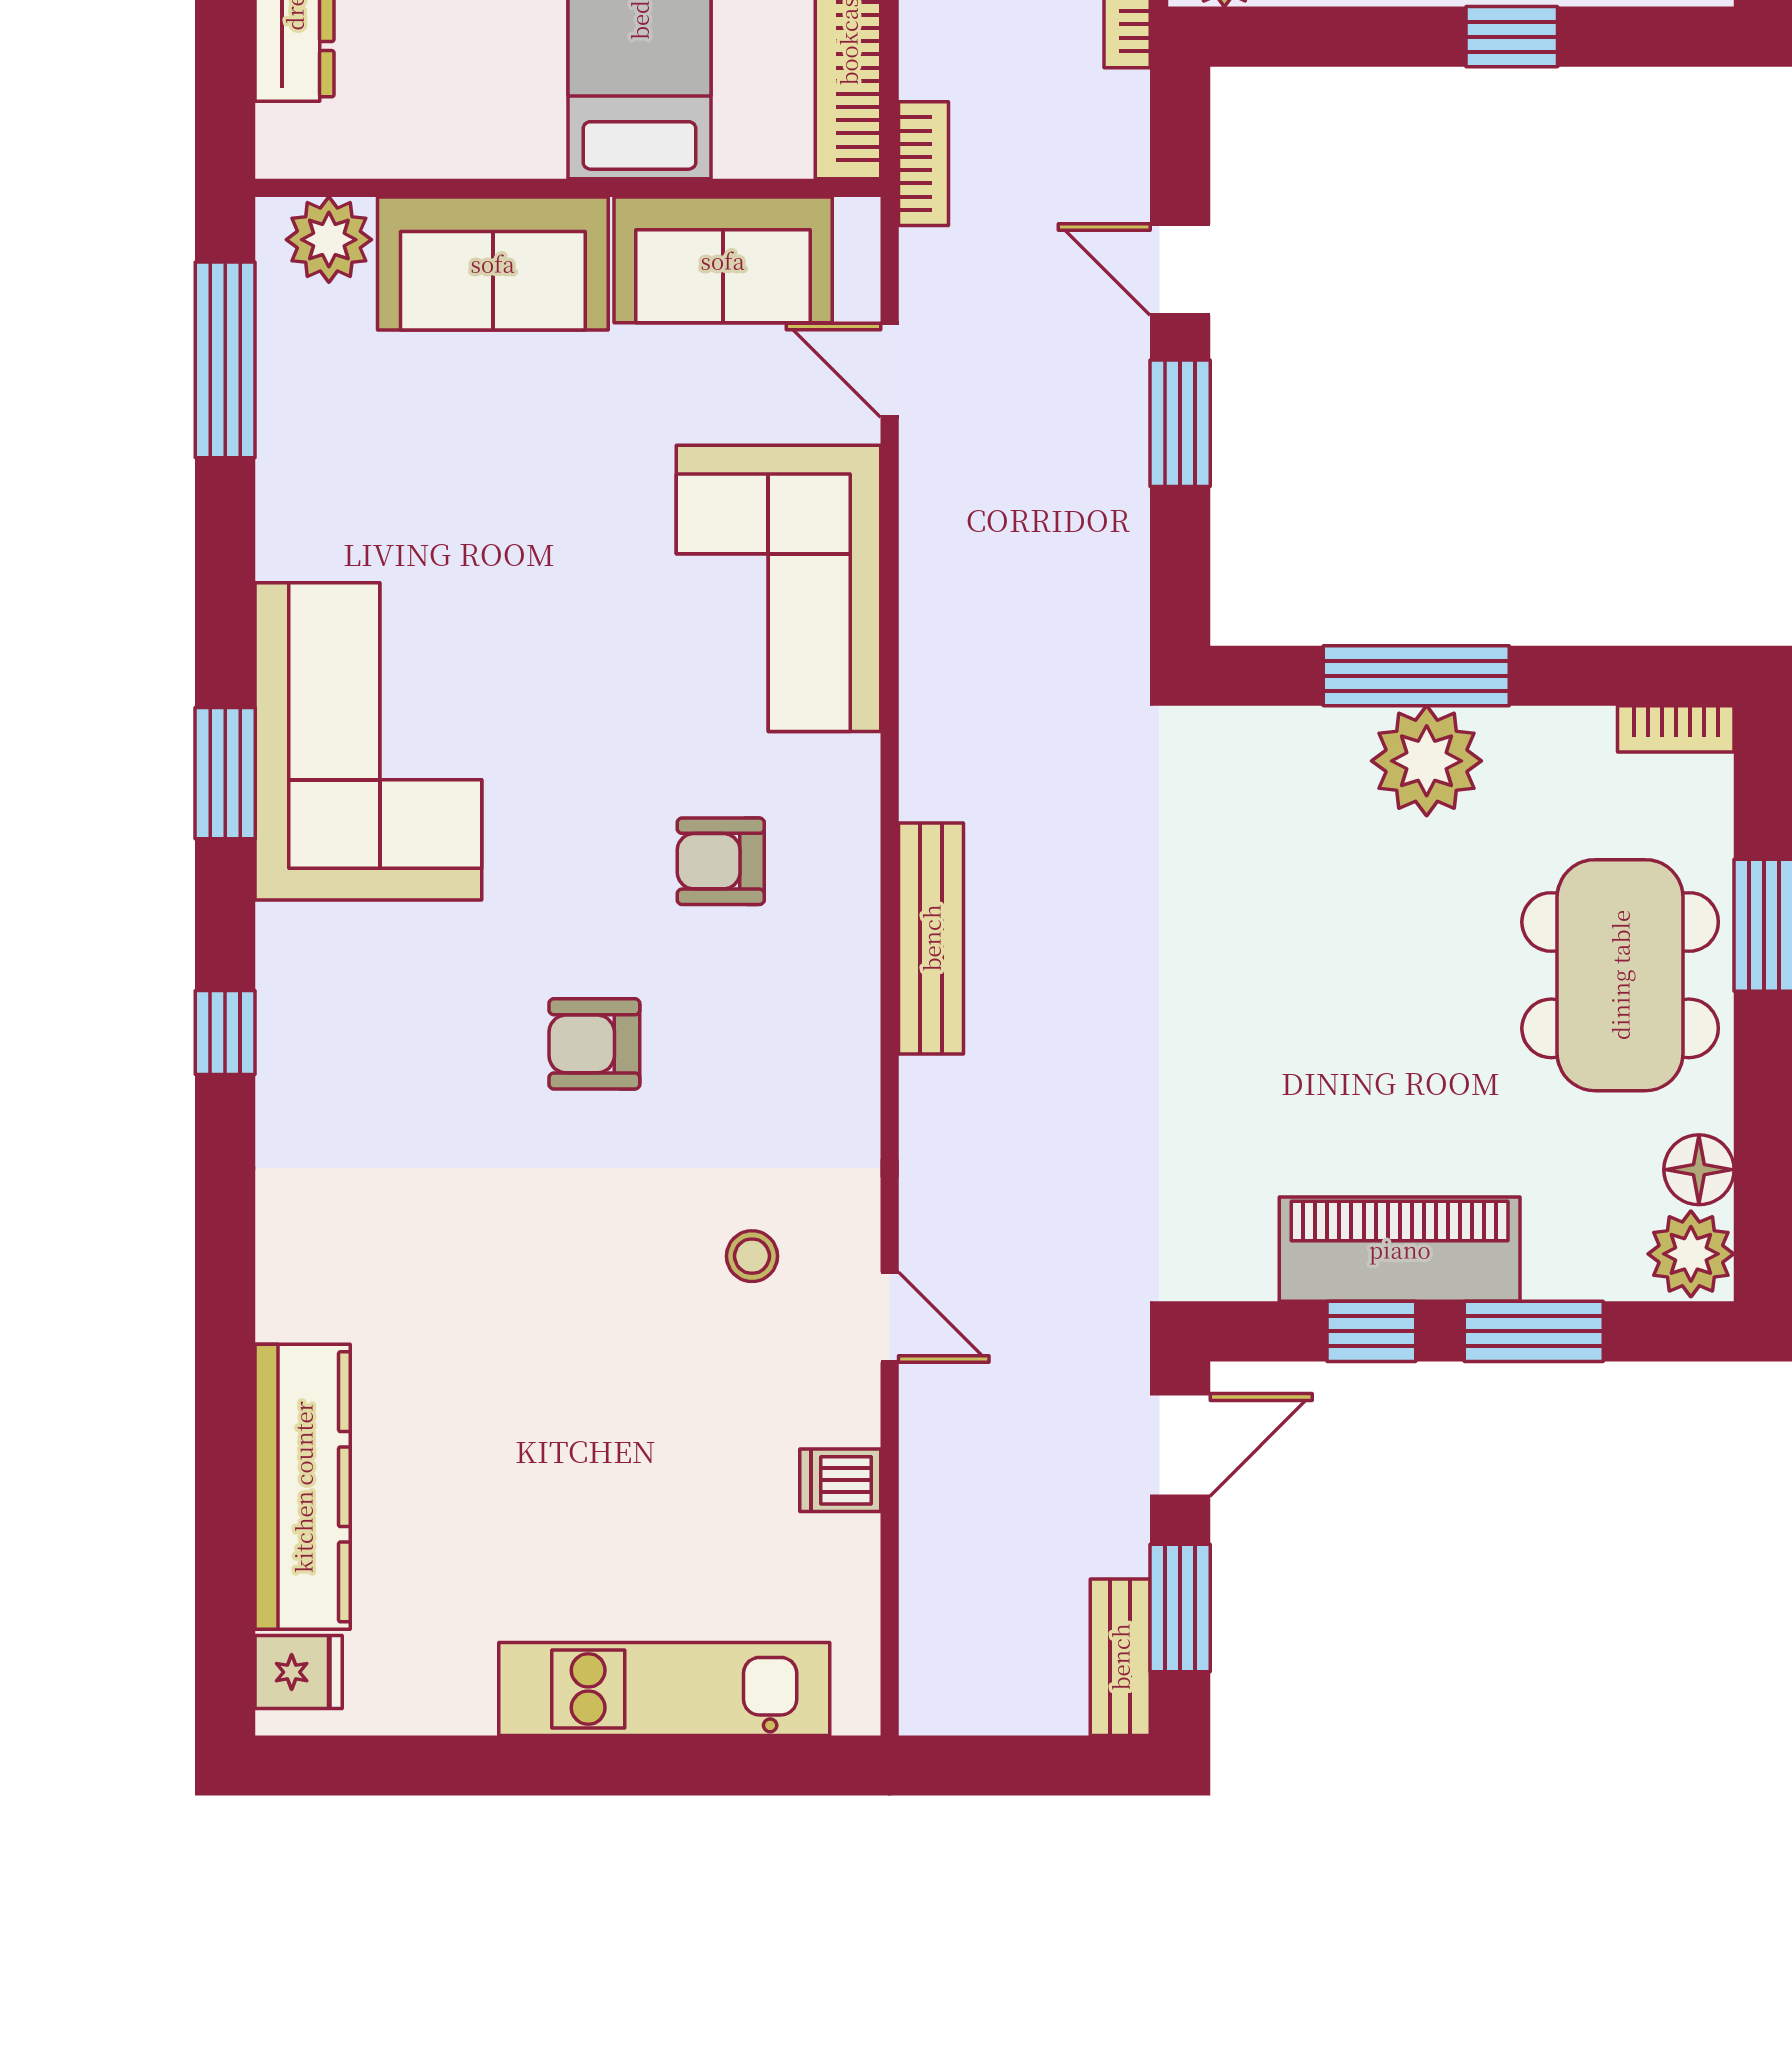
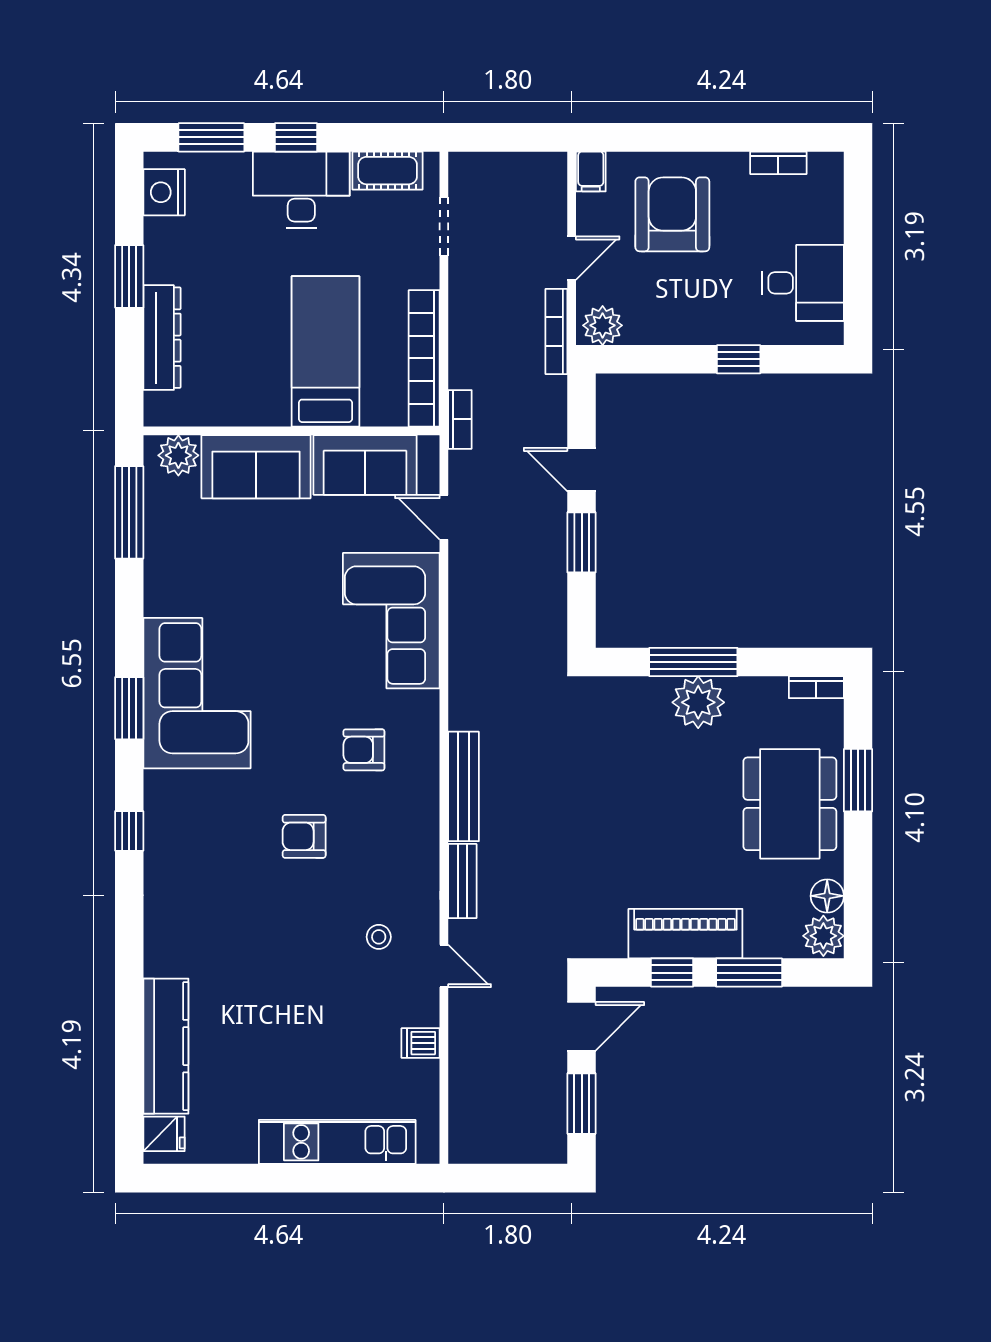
bench: (1120, 1657) -> (462, 881), moved

